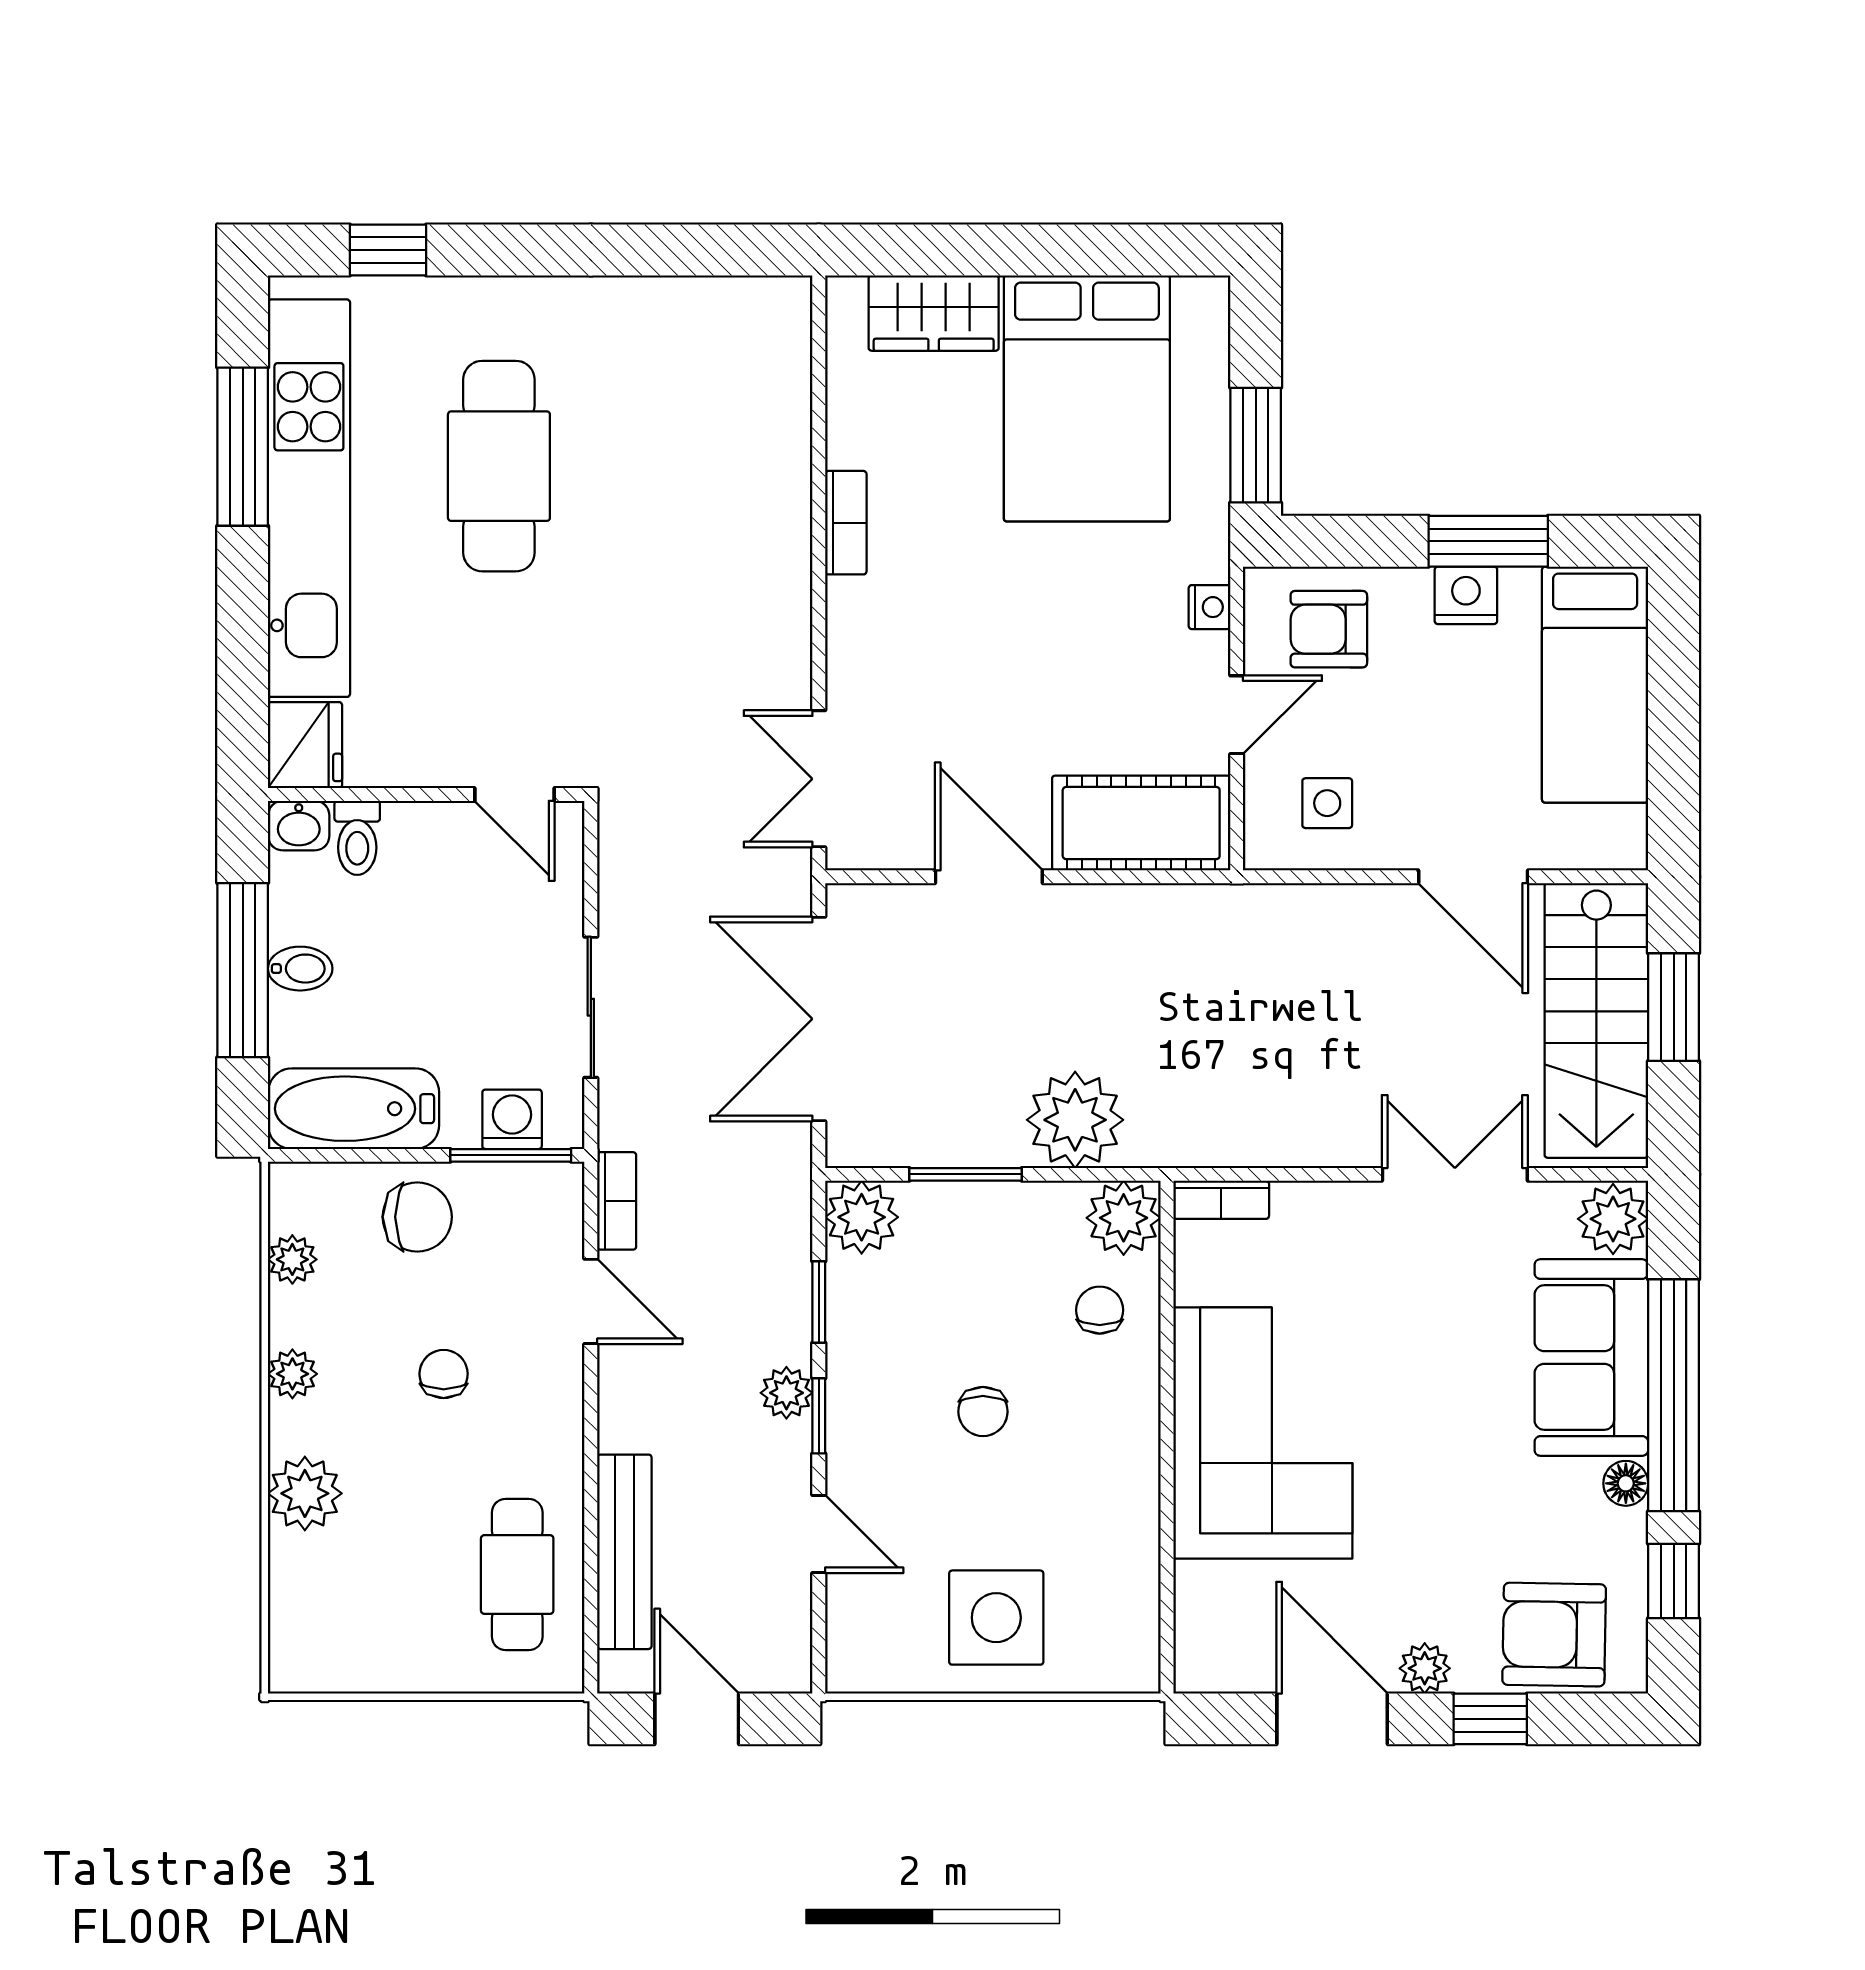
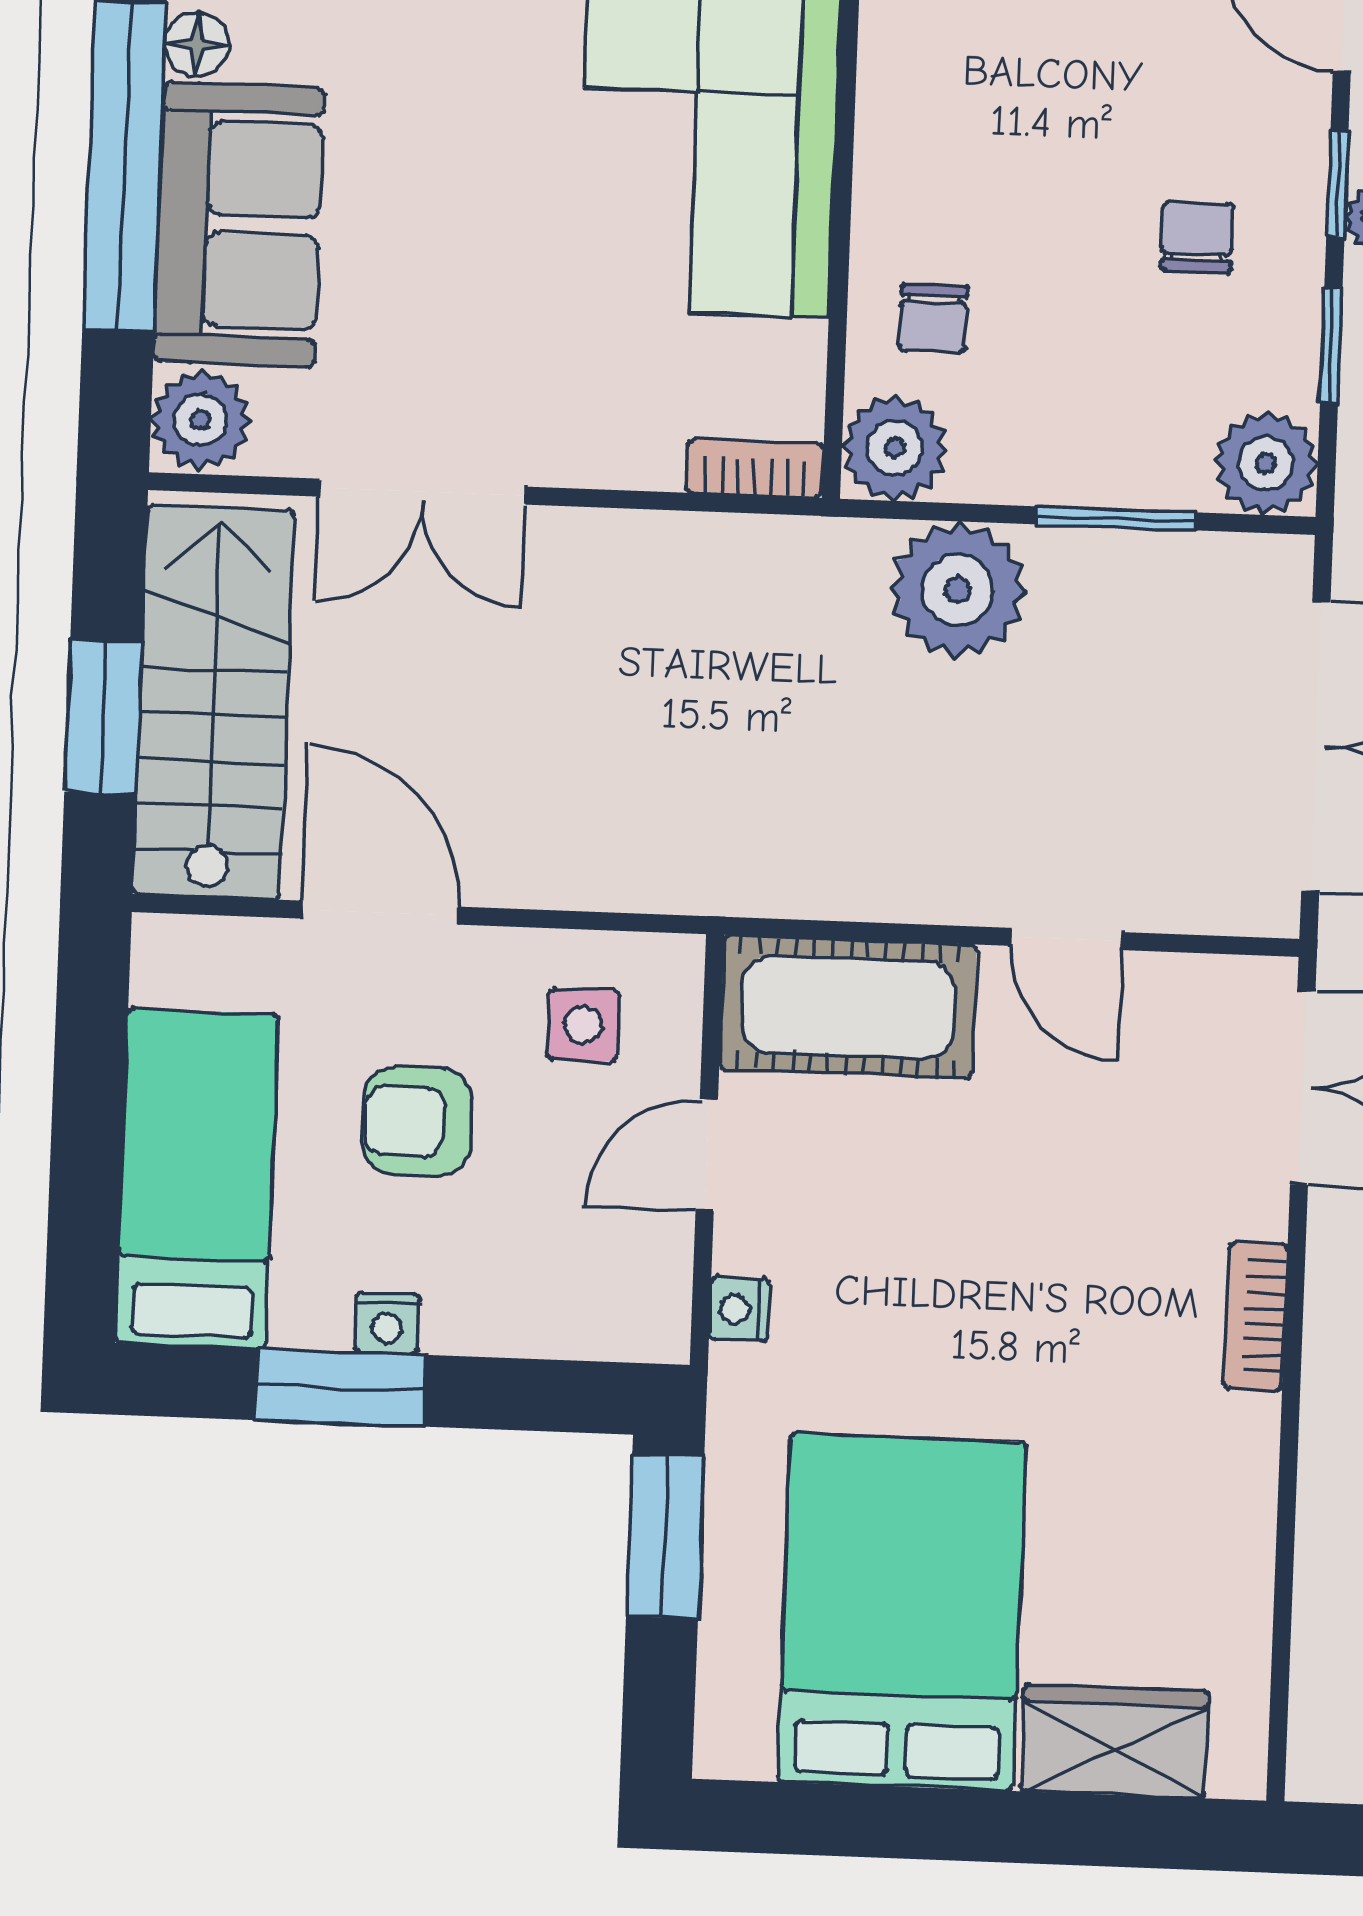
bookcase: (846, 523) -> (1256, 1316), moved
nightstand: (1466, 595) -> (387, 1323), width x0.72, depth x0.74
armchair: (1329, 629) -> (417, 1122), moved, turned 180
door: (989, 877) -> (1067, 939), width x0.73
chair: (983, 1412) -> (1197, 237), moved

